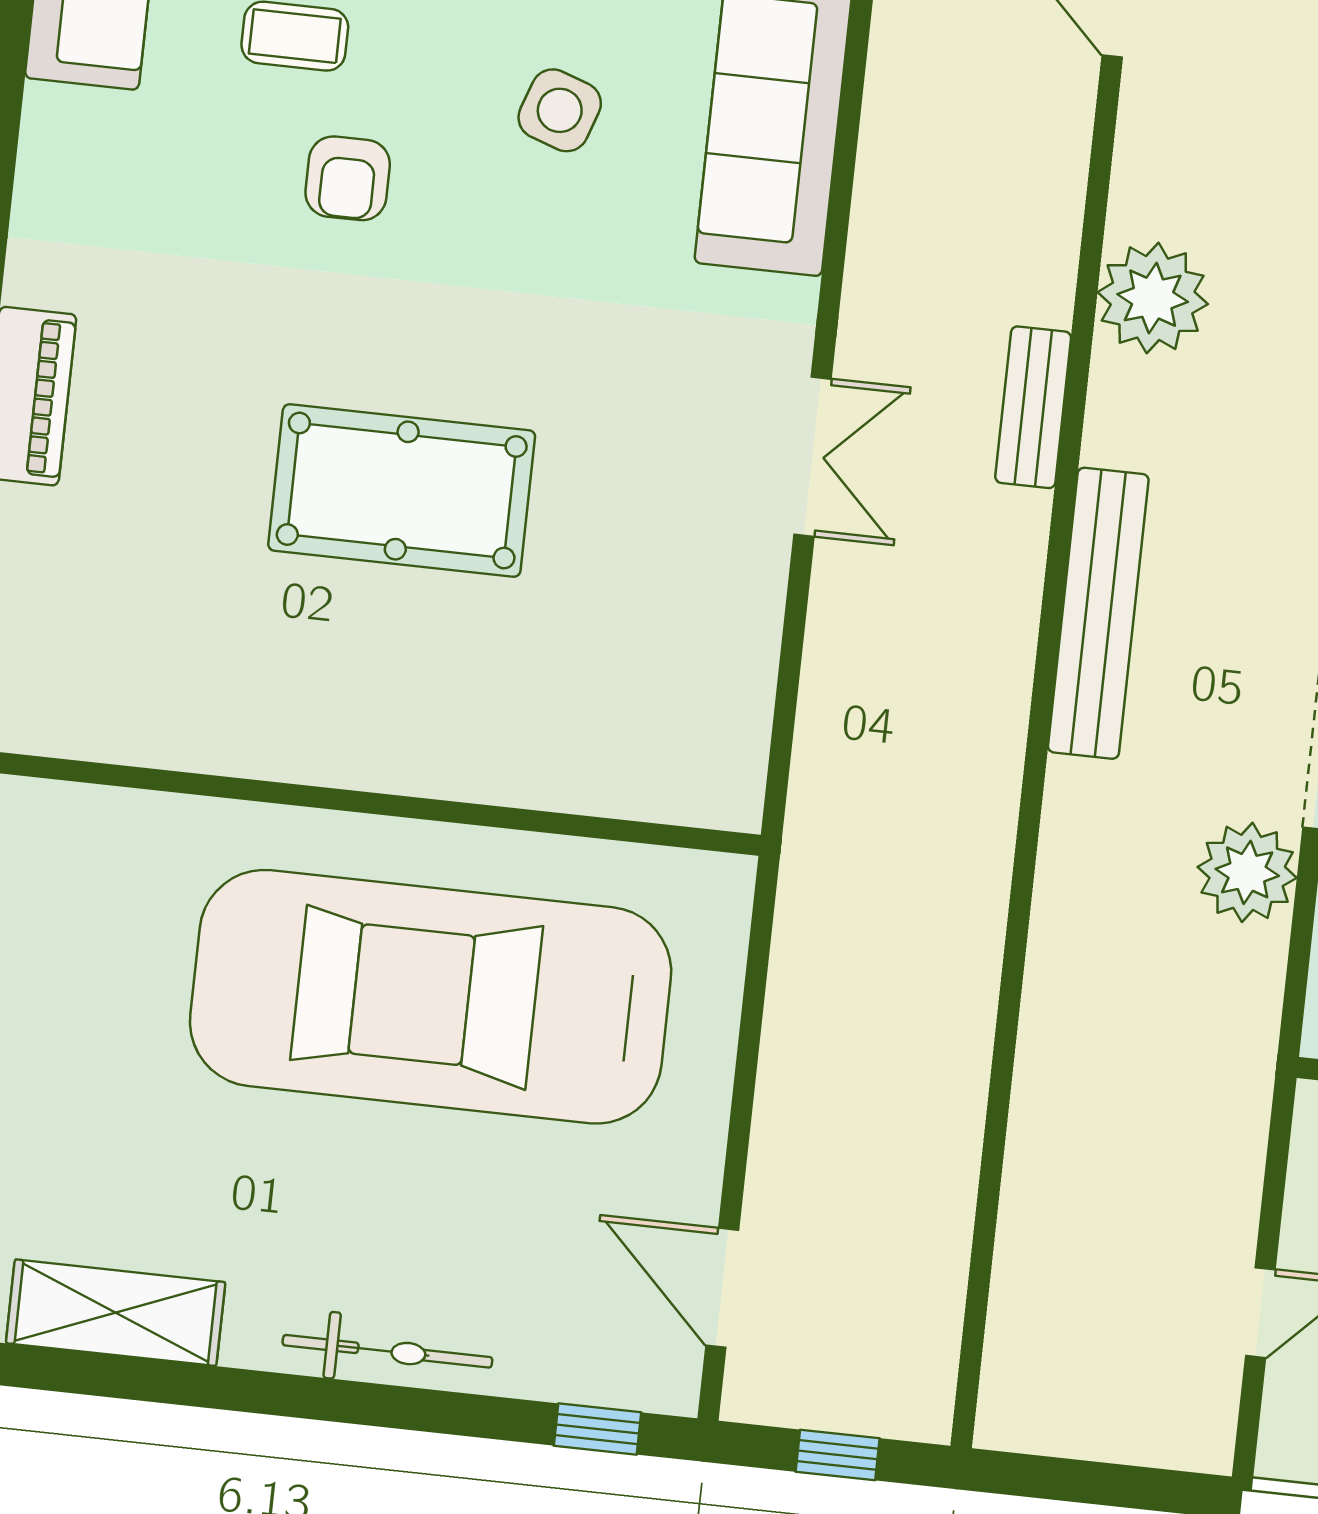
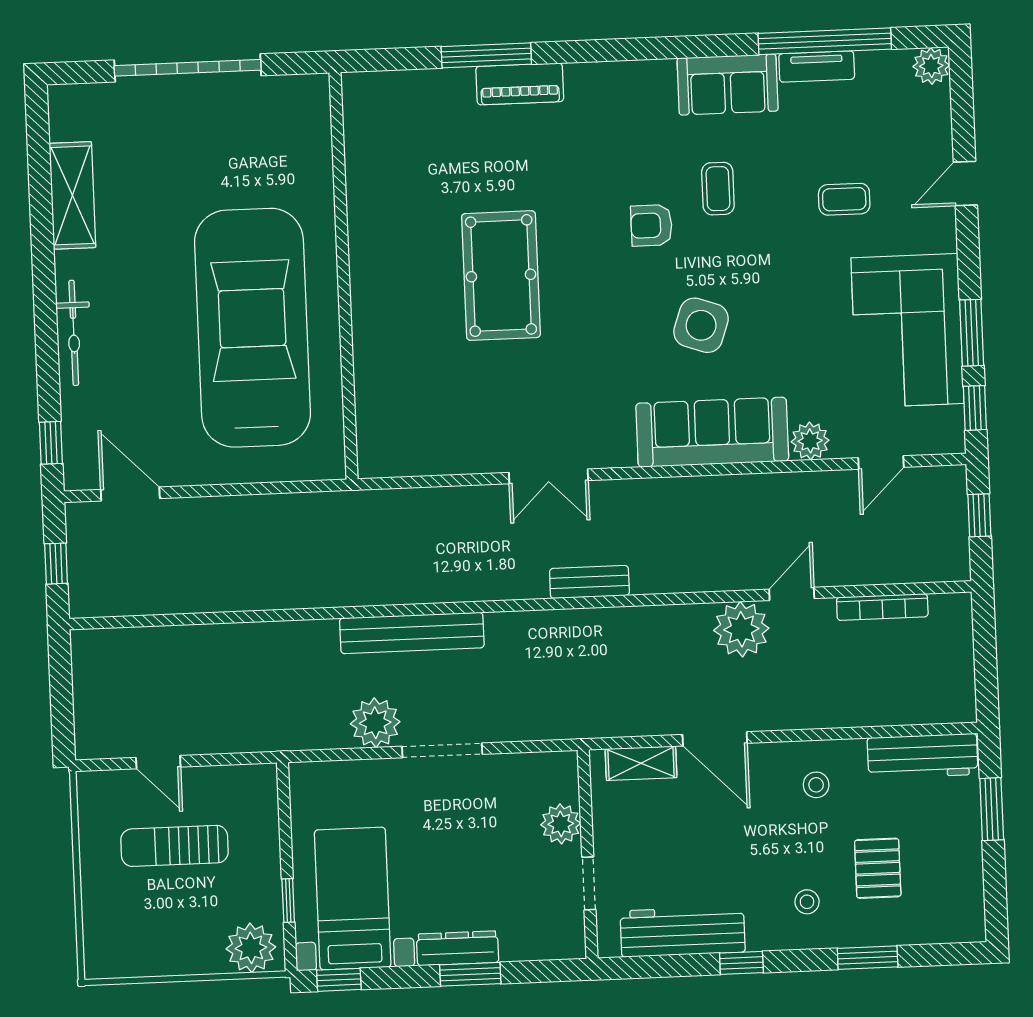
side table: (560, 110) -> (701, 325), width x1.37, depth x1.37
plant: (1153, 298) -> (741, 629), moved
bench: (1098, 613) -> (412, 633), moved
door: (722, 1288) -> (130, 494), hinge flipped

